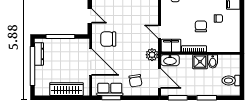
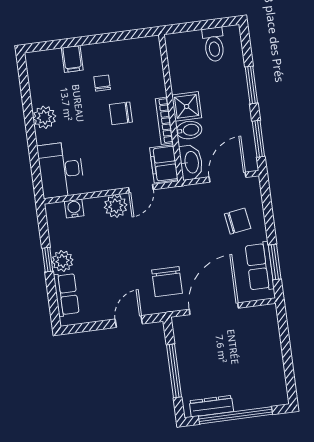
plant: (152, 55) -> (116, 206), moved
bidet: (213, 61) -> (189, 130), moved
wardrobe: (66, 89) -> (270, 347), removed

